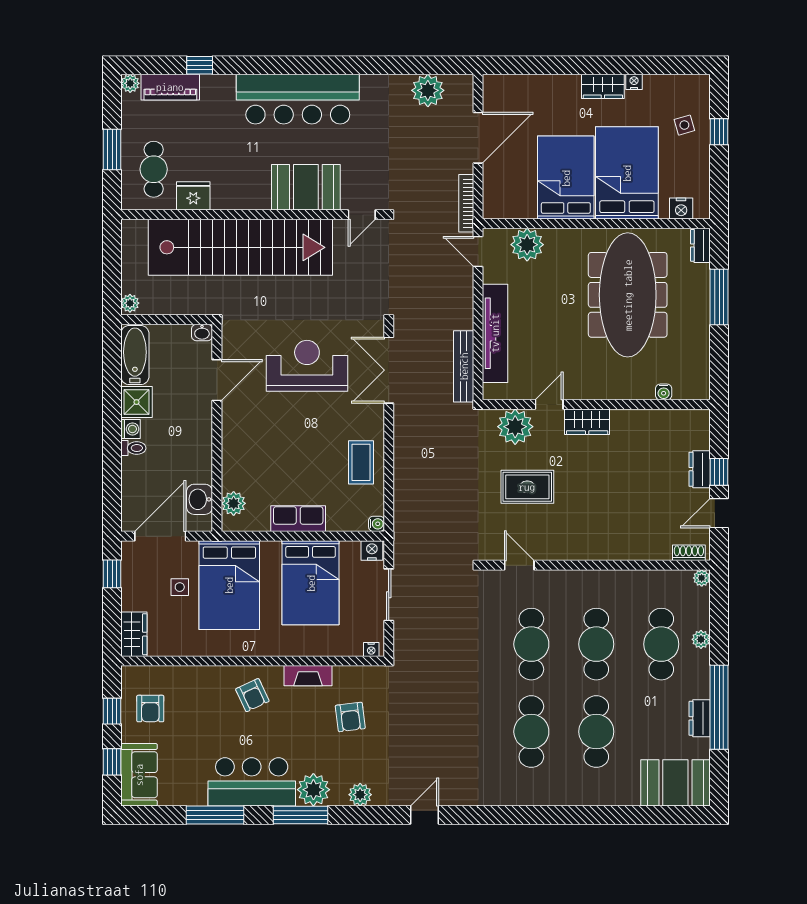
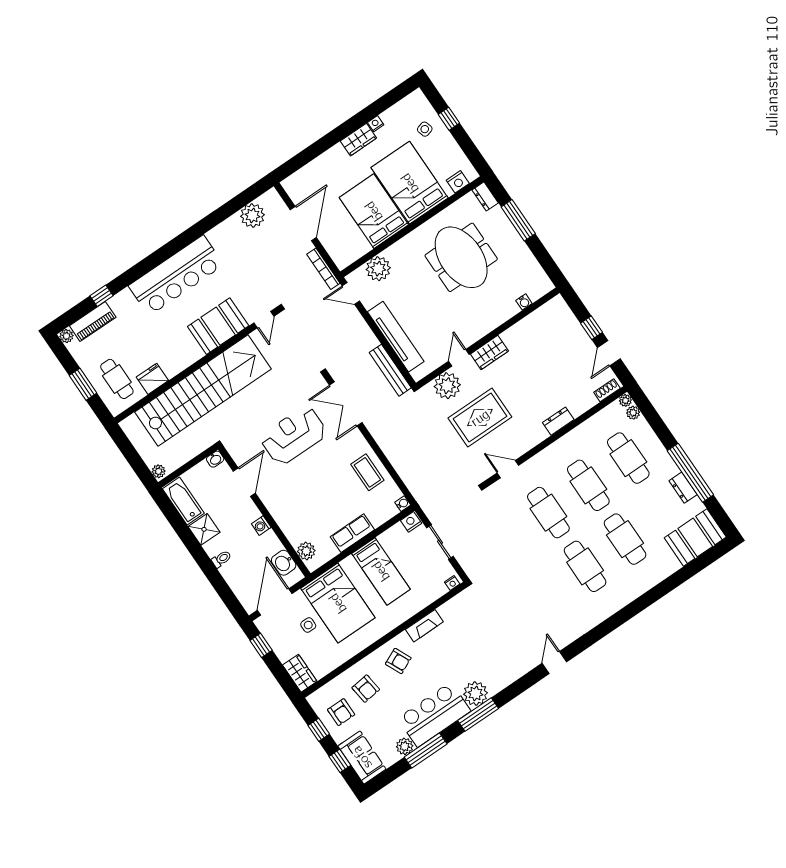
meeting table: (628, 295) -> (461, 257), width x0.73
washing machine: (131, 429) -> (261, 526), moved, turned 180
dresser: (700, 469) -> (558, 421), moved, turned 90
rug: (527, 487) -> (480, 418), width x1.36, depth x1.43
bed: (311, 583) -> (381, 571), width x0.67
plant: (701, 639) -> (633, 413), moved
armchair: (350, 717) -> (366, 689), moved
plant: (360, 795) -> (405, 746), moved

